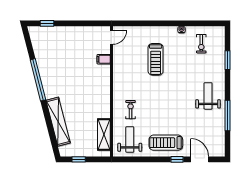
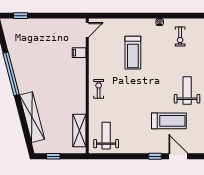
exercise bike: (131, 110) -> (99, 89), moved
treadmill: (166, 143) -> (169, 121), moved, turned 180

